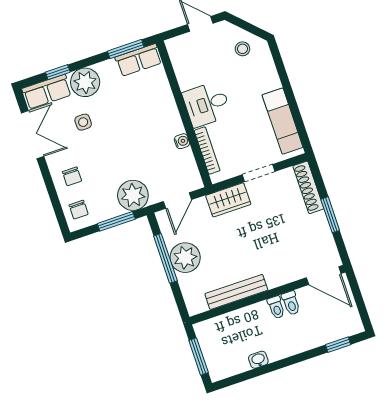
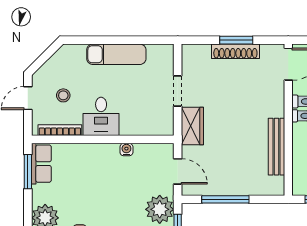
stool: (242, 49) -> (63, 95), moved
exam couch: (283, 121) -> (116, 54), moved
bookcase: (207, 151) -> (60, 130), moved
shoe rack: (308, 187) -> (235, 51), moved
plant: (185, 258) -> (231, 182), removed

